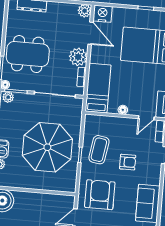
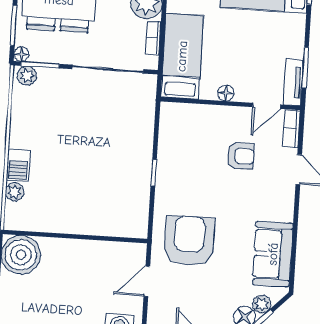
parasol: (47, 147) -> (97, 161), removed
coffee table: (99, 150) -> (186, 163), removed
armchair: (128, 162) -> (241, 156), moved

